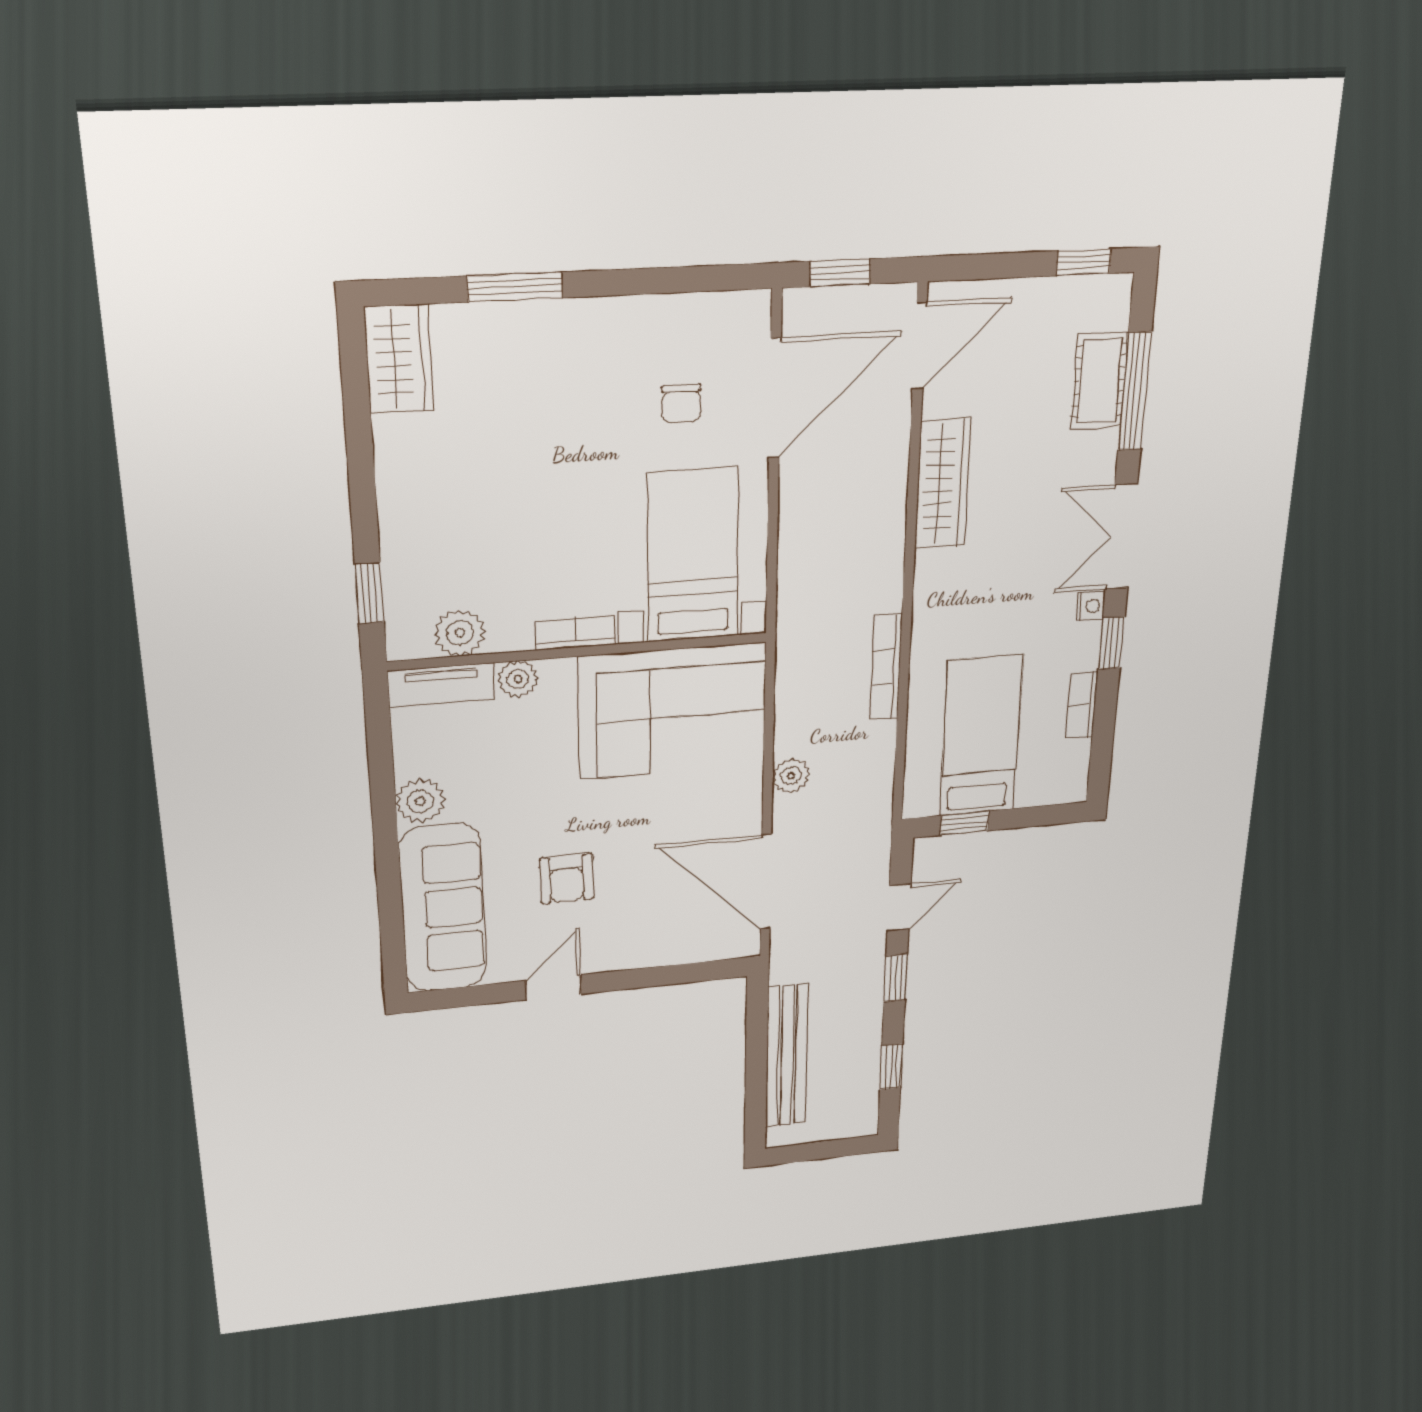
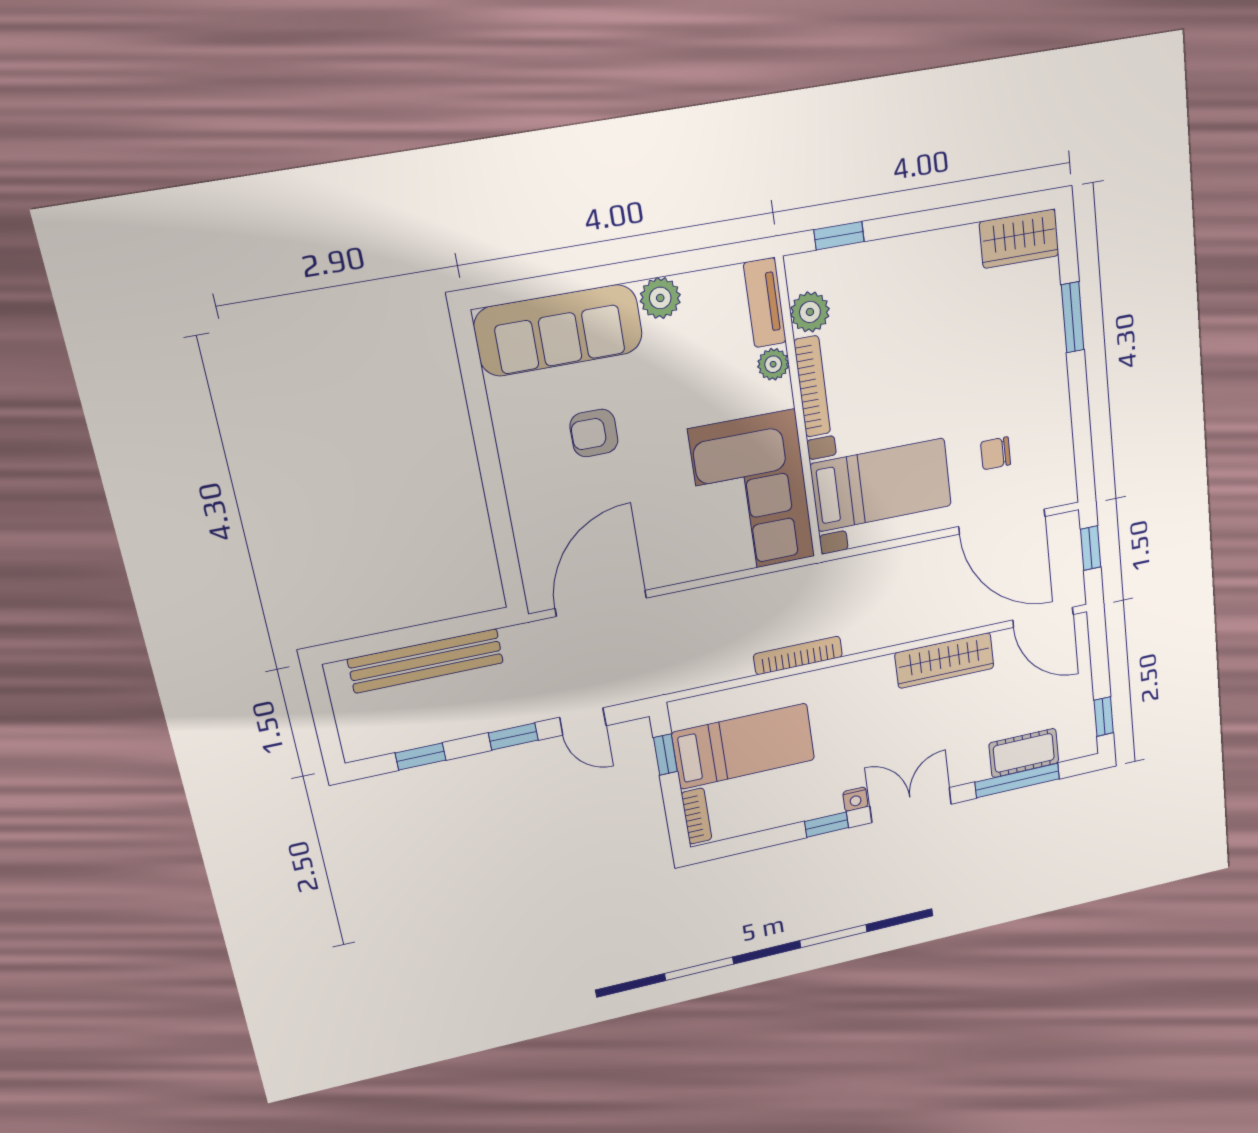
bookcase: (575, 633) -> (812, 386), width x1.56
bookcase: (1082, 705) -> (697, 816), moved, turned 90
plant: (791, 776) -> (700, 602), removed
door: (554, 987) -> (485, 439), removed

